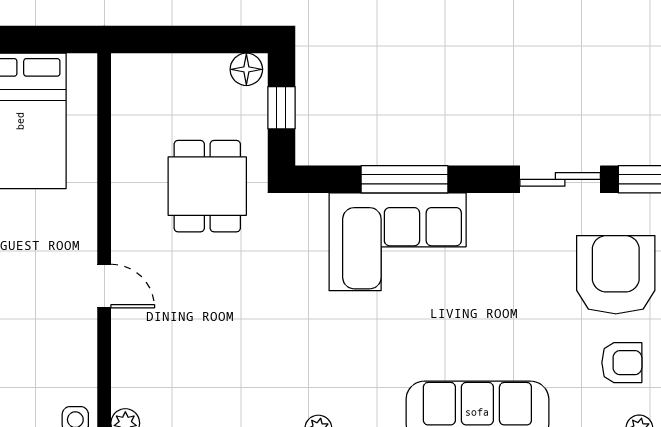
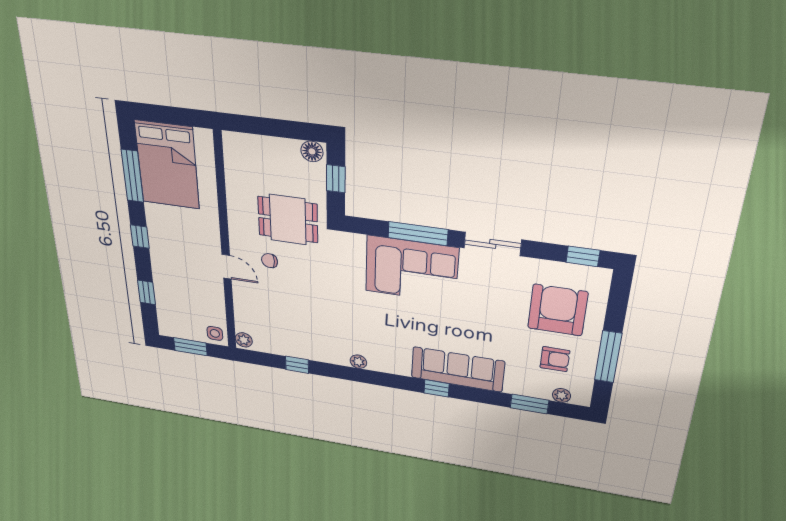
sliding door: (560, 179) -> (493, 244), moved
dining table: (207, 186) -> (288, 220), turned 90
chair: (176, 263) -> (270, 261), added

